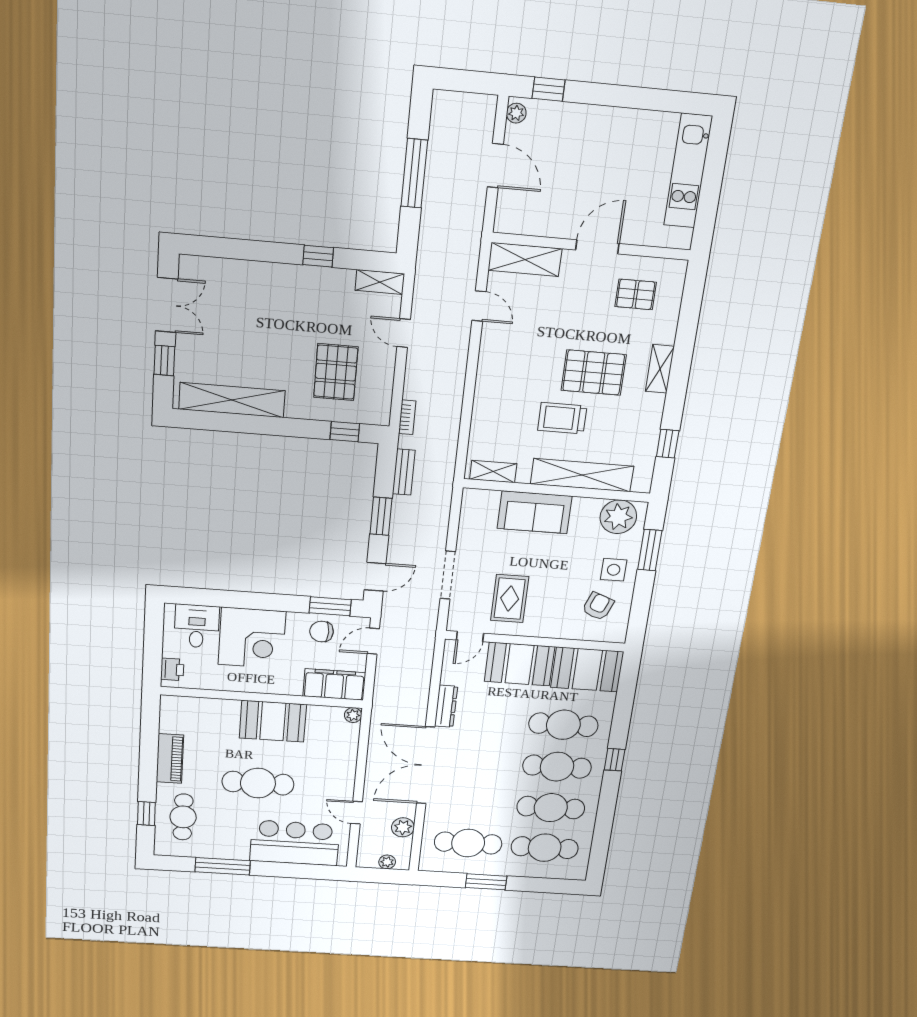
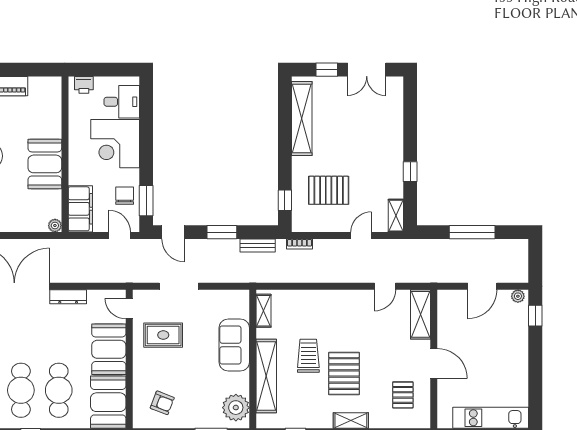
side table: (614, 570) -> (193, 410), removed

